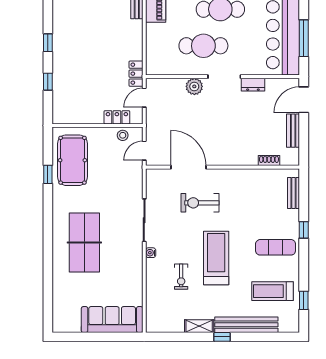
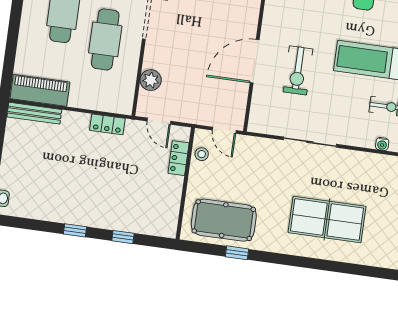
locker: (136, 74) -> (107, 124), moved
plant: (194, 86) -> (151, 80), moved
door: (188, 167) -> (255, 61), moved
water cooler: (151, 253) -> (382, 144), moved

